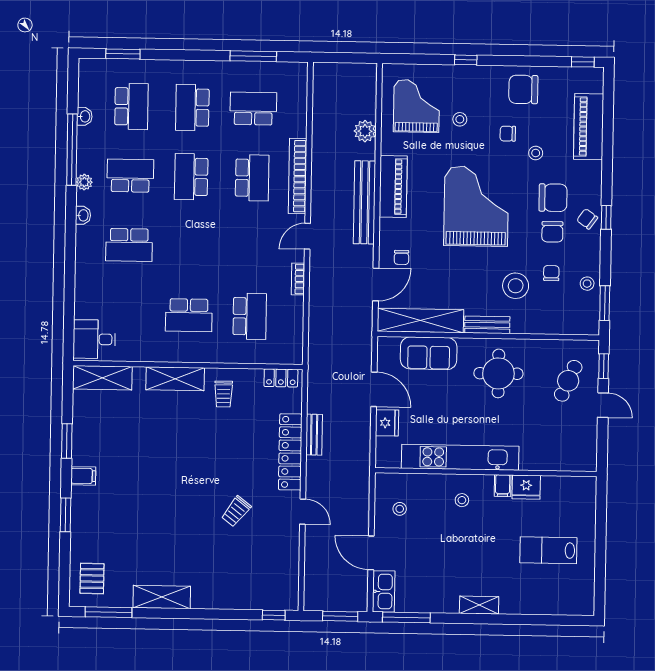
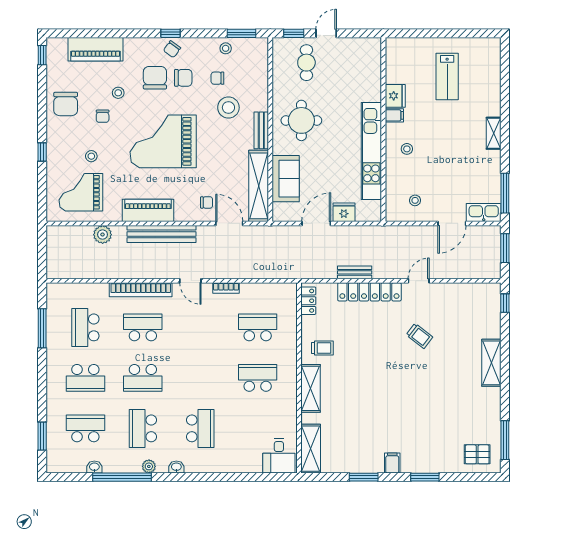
school desk: (189, 315) -> (258, 378), turned -90
cafe table: (568, 381) -> (306, 63), turned 66
shelving: (162, 597) -> (491, 363), moved

